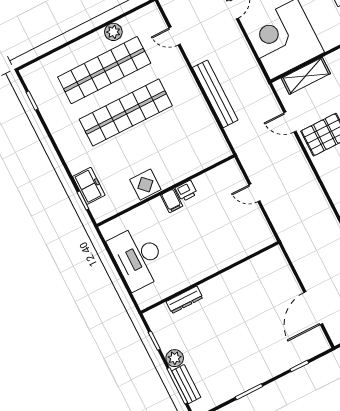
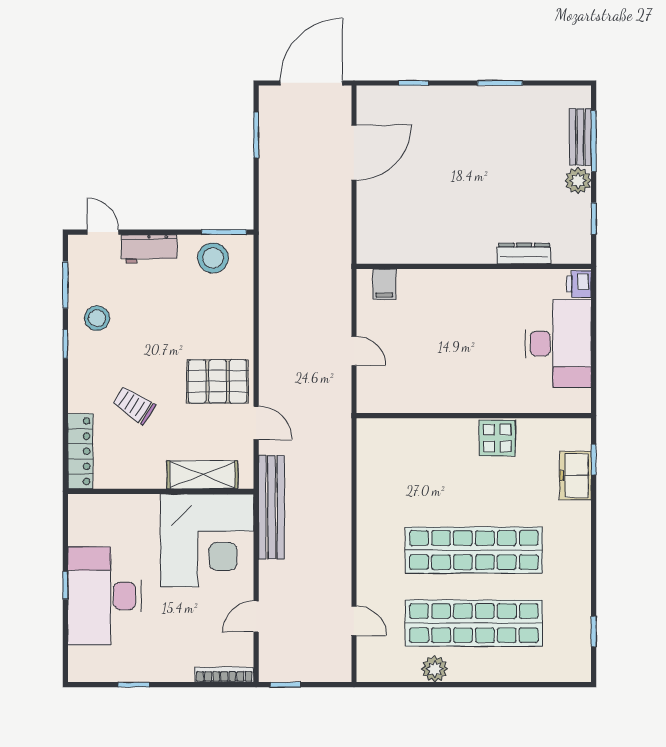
bench: (215, 94) -> (272, 507), moved
printer: (186, 191) -> (579, 284), moved, turned -90
filing cabinet: (172, 201) -> (384, 284), moved, turned 180

